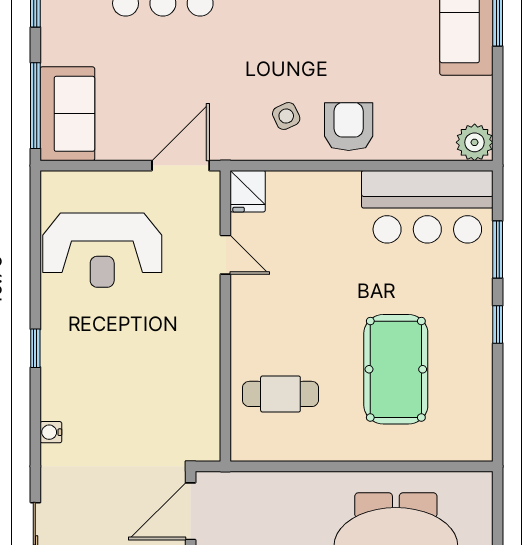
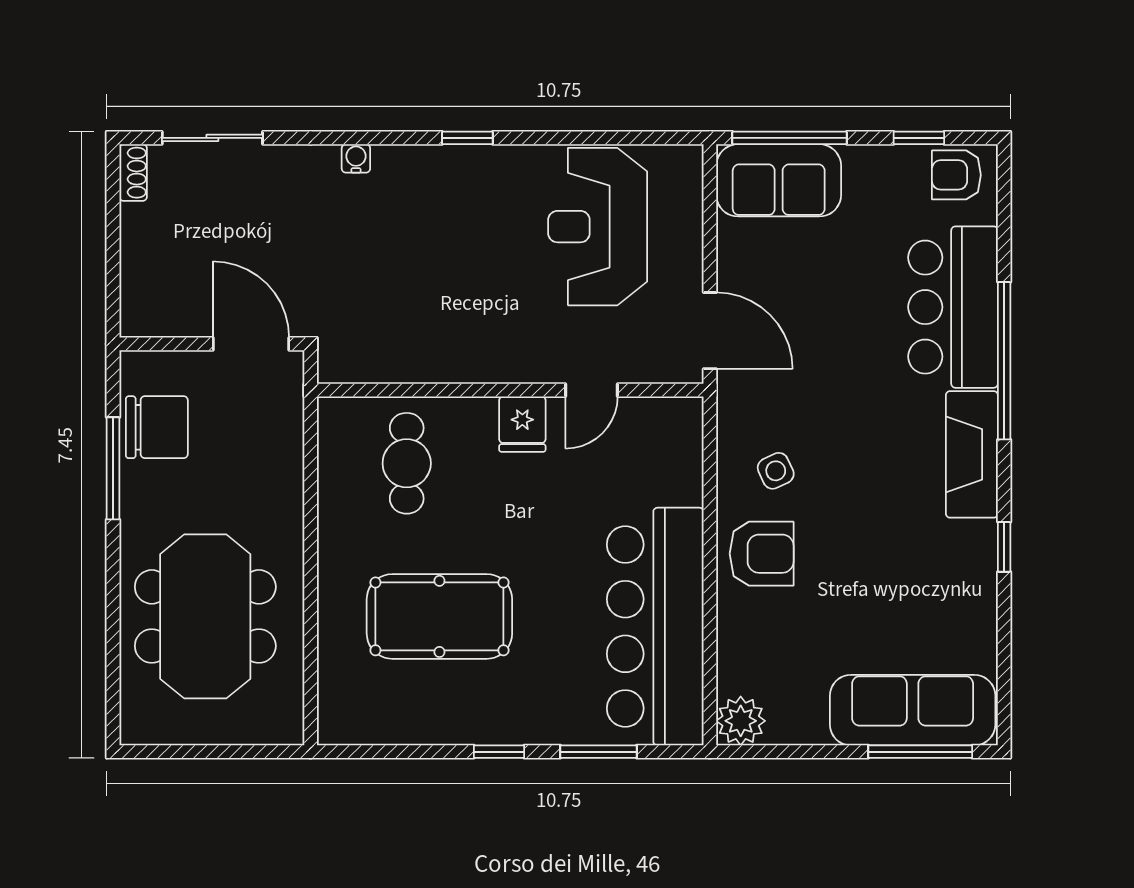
fridge: (248, 191) -> (522, 424), moved, turned -90
bar counter: (427, 207) -> (655, 627), width x1.36

